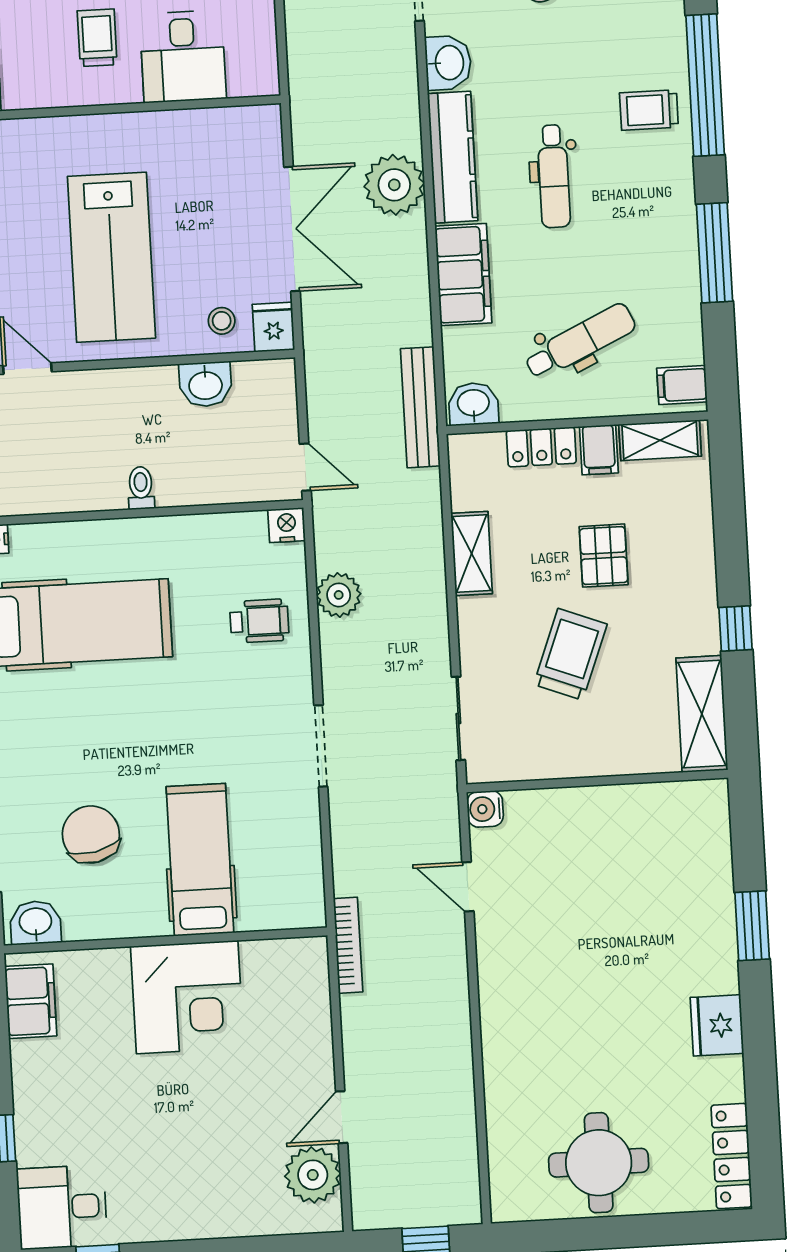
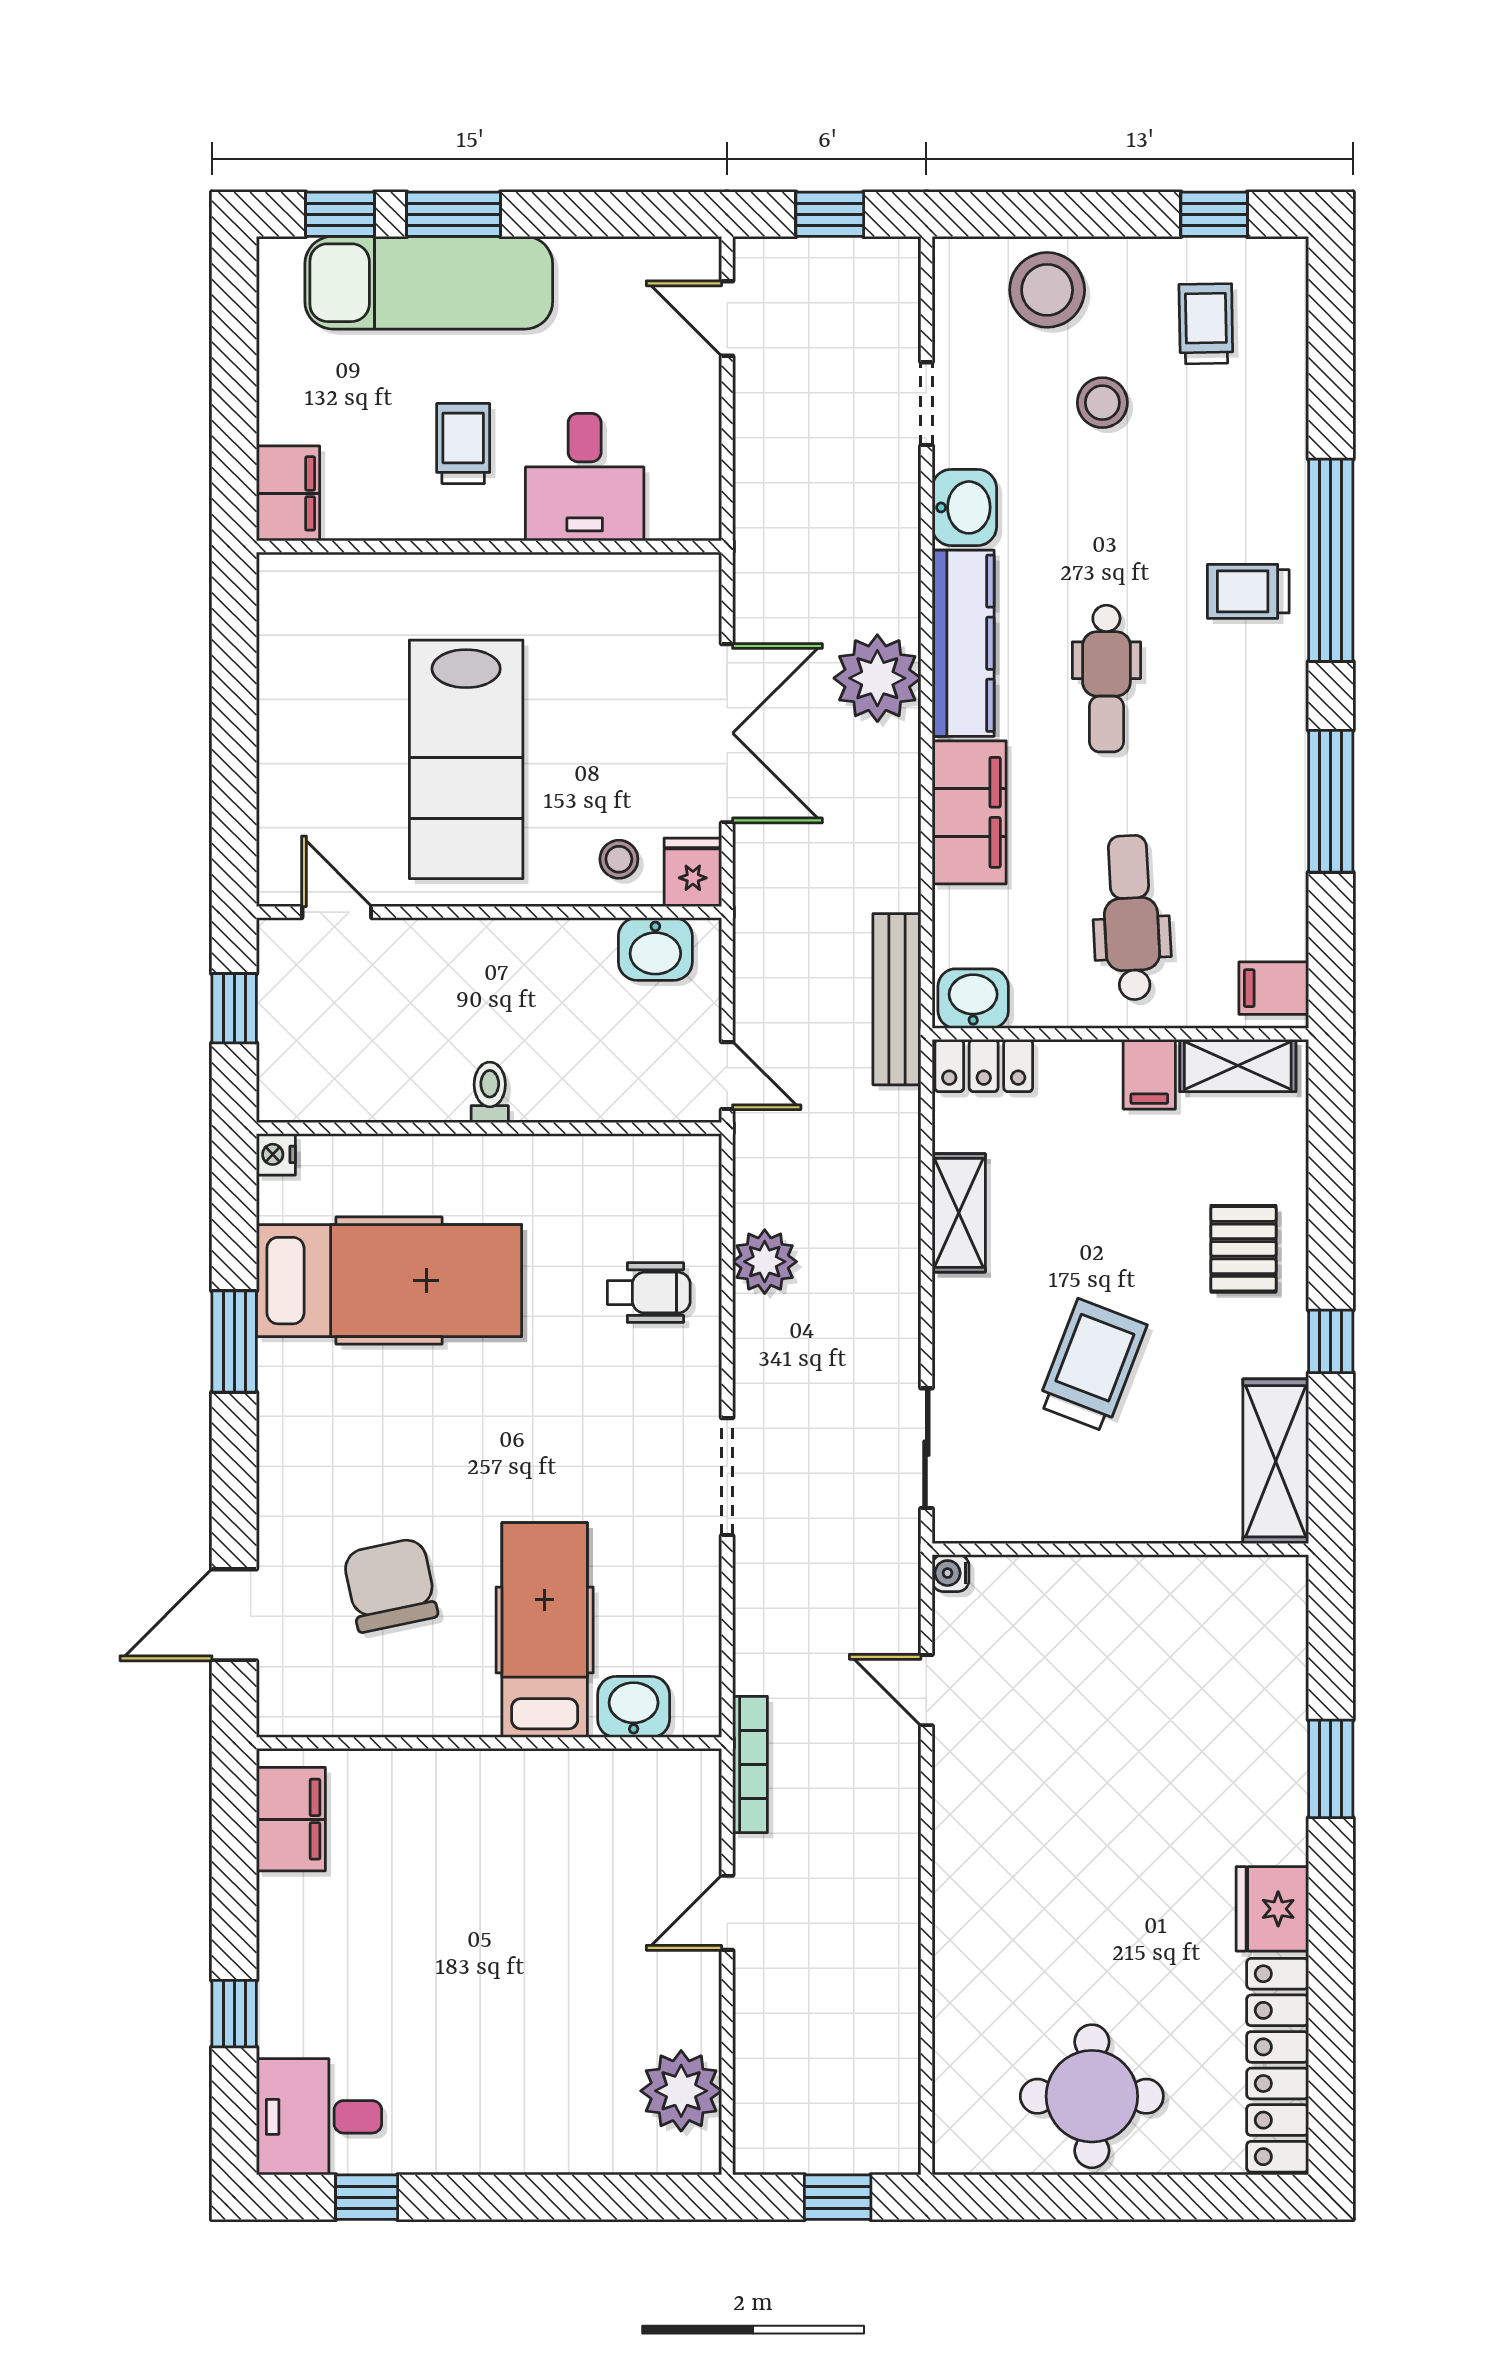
dental chair: (580, 341) -> (1131, 918), turned -68
washbasin: (205, 384) -> (655, 949), moved
locker: (541, 447) -> (984, 1066), moved
nightstand: (287, 525) -> (696, 1157), removed
pallet: (604, 556) -> (1243, 1249), moved
water cooler: (485, 809) -> (950, 1573), width x0.72, depth x0.72
washbasin: (36, 923) -> (634, 1707), moved
corner desk: (187, 997) -> (515, 1826), removed
door: (342, 1117) -> (727, 1913), moved
locker: (732, 1156) -> (1278, 2065), width x1.41, depth x1.21

